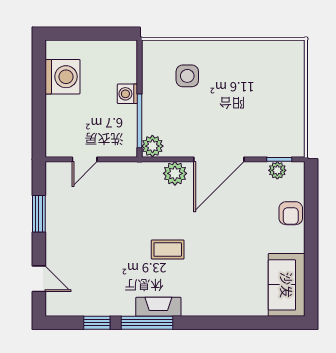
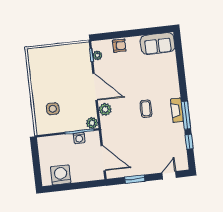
washing machine: (127, 94) -> (79, 138), moved
door: (85, 159) -> (103, 158), width x1.87

